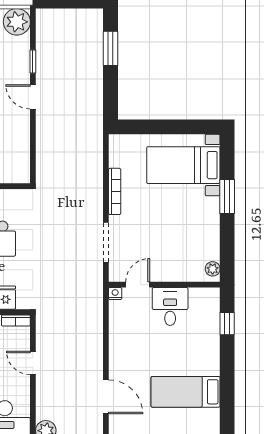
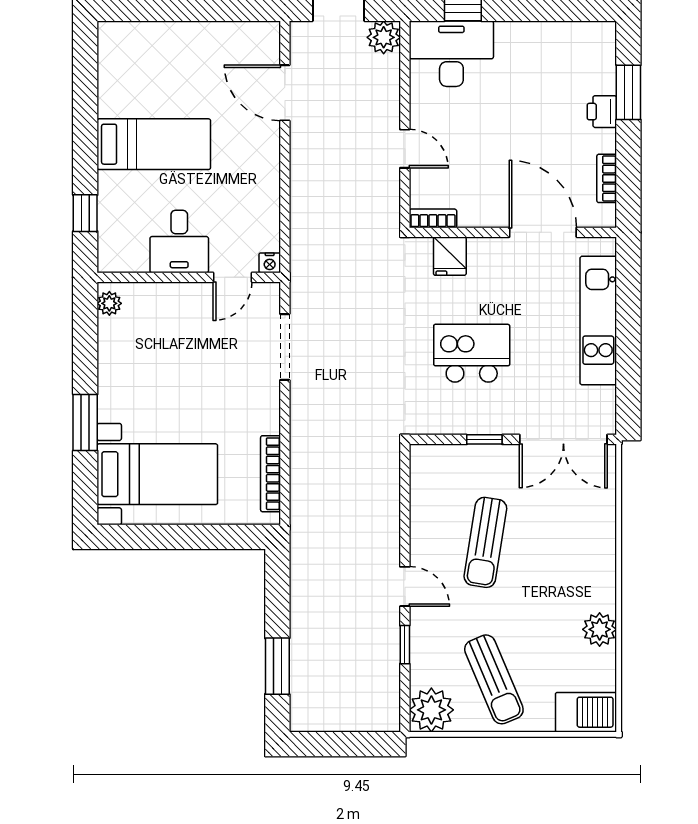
bookcase: (115, 191) -> (271, 474), moved
bed: (186, 392) -> (154, 144), moved

